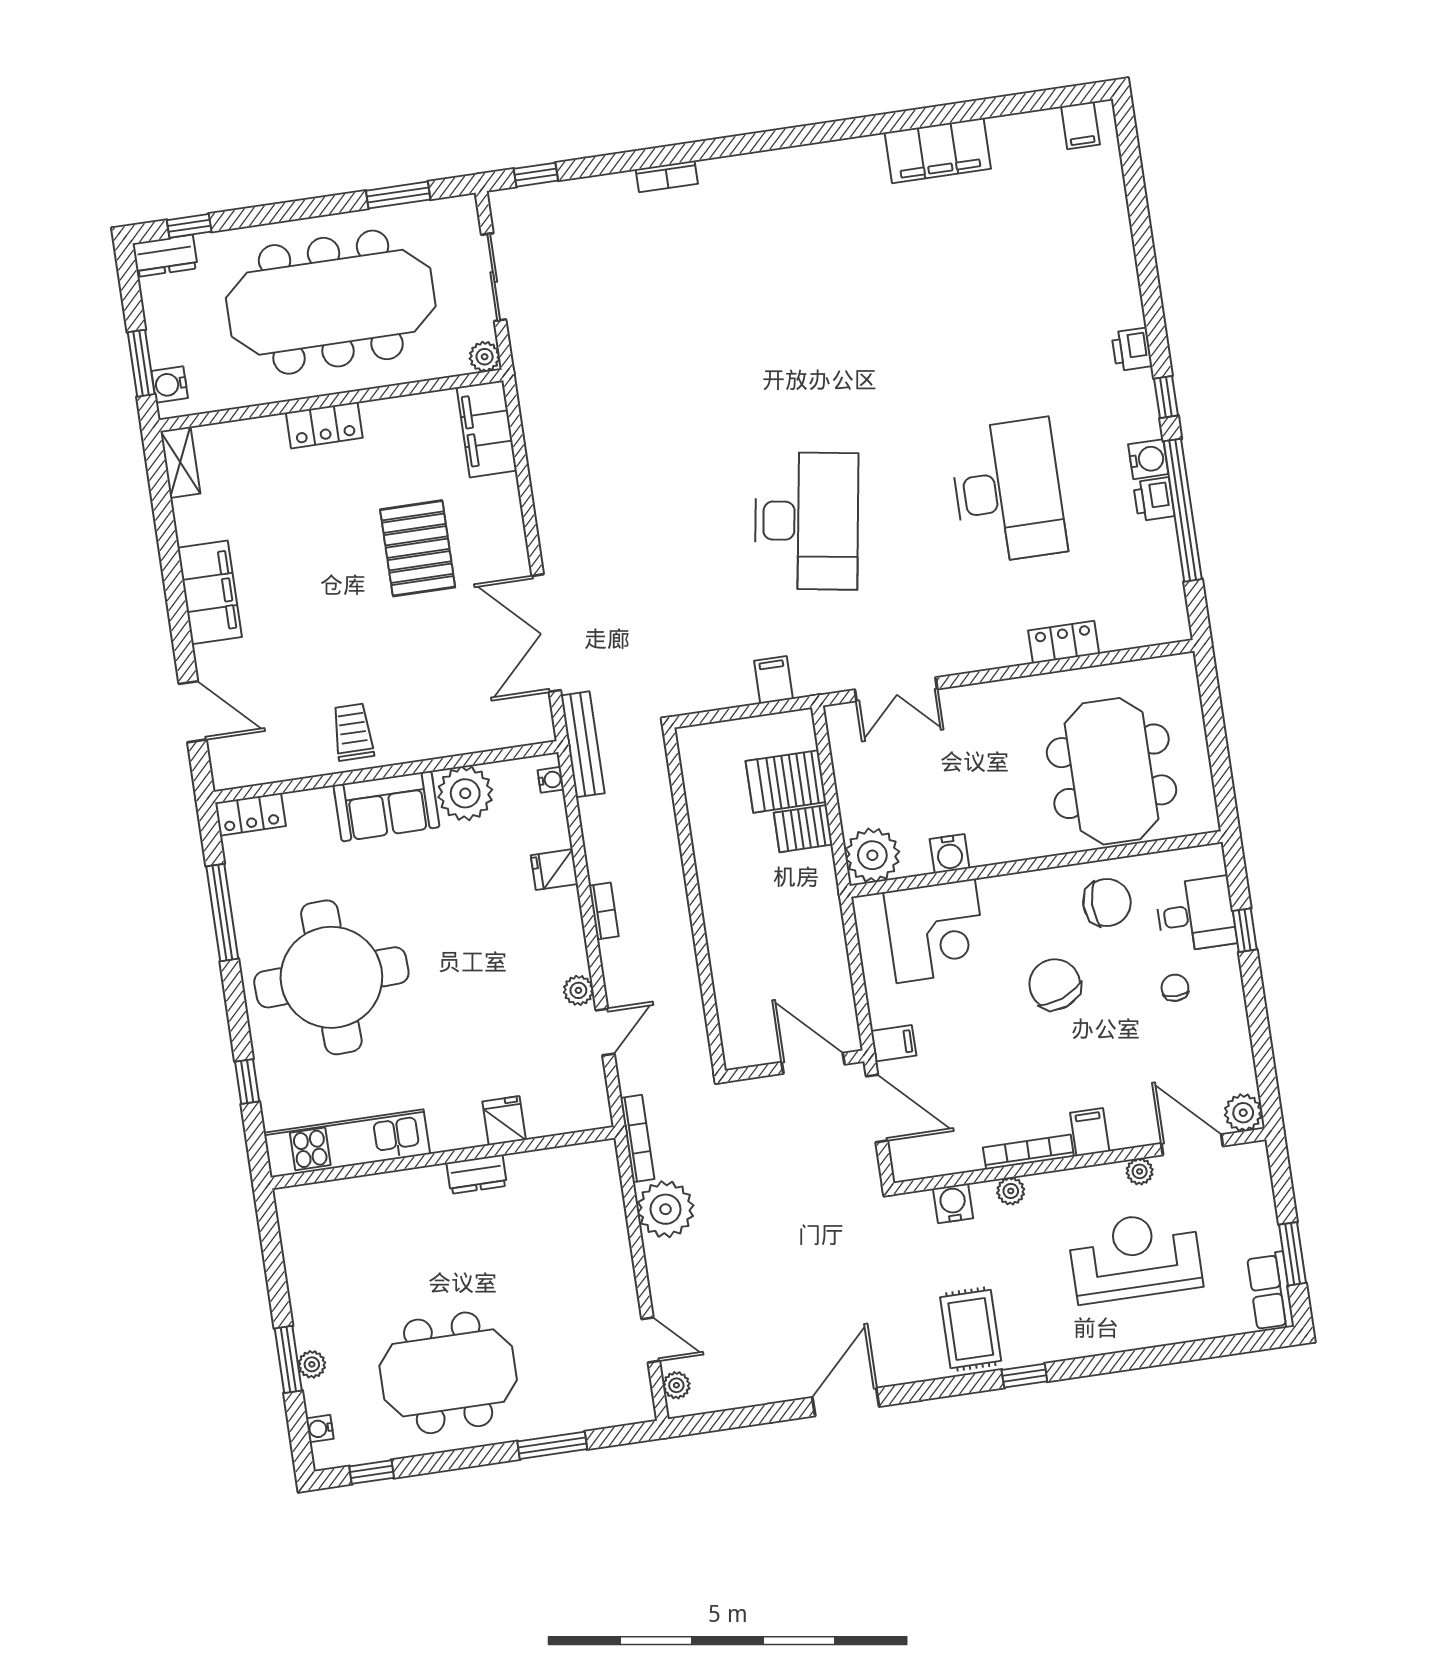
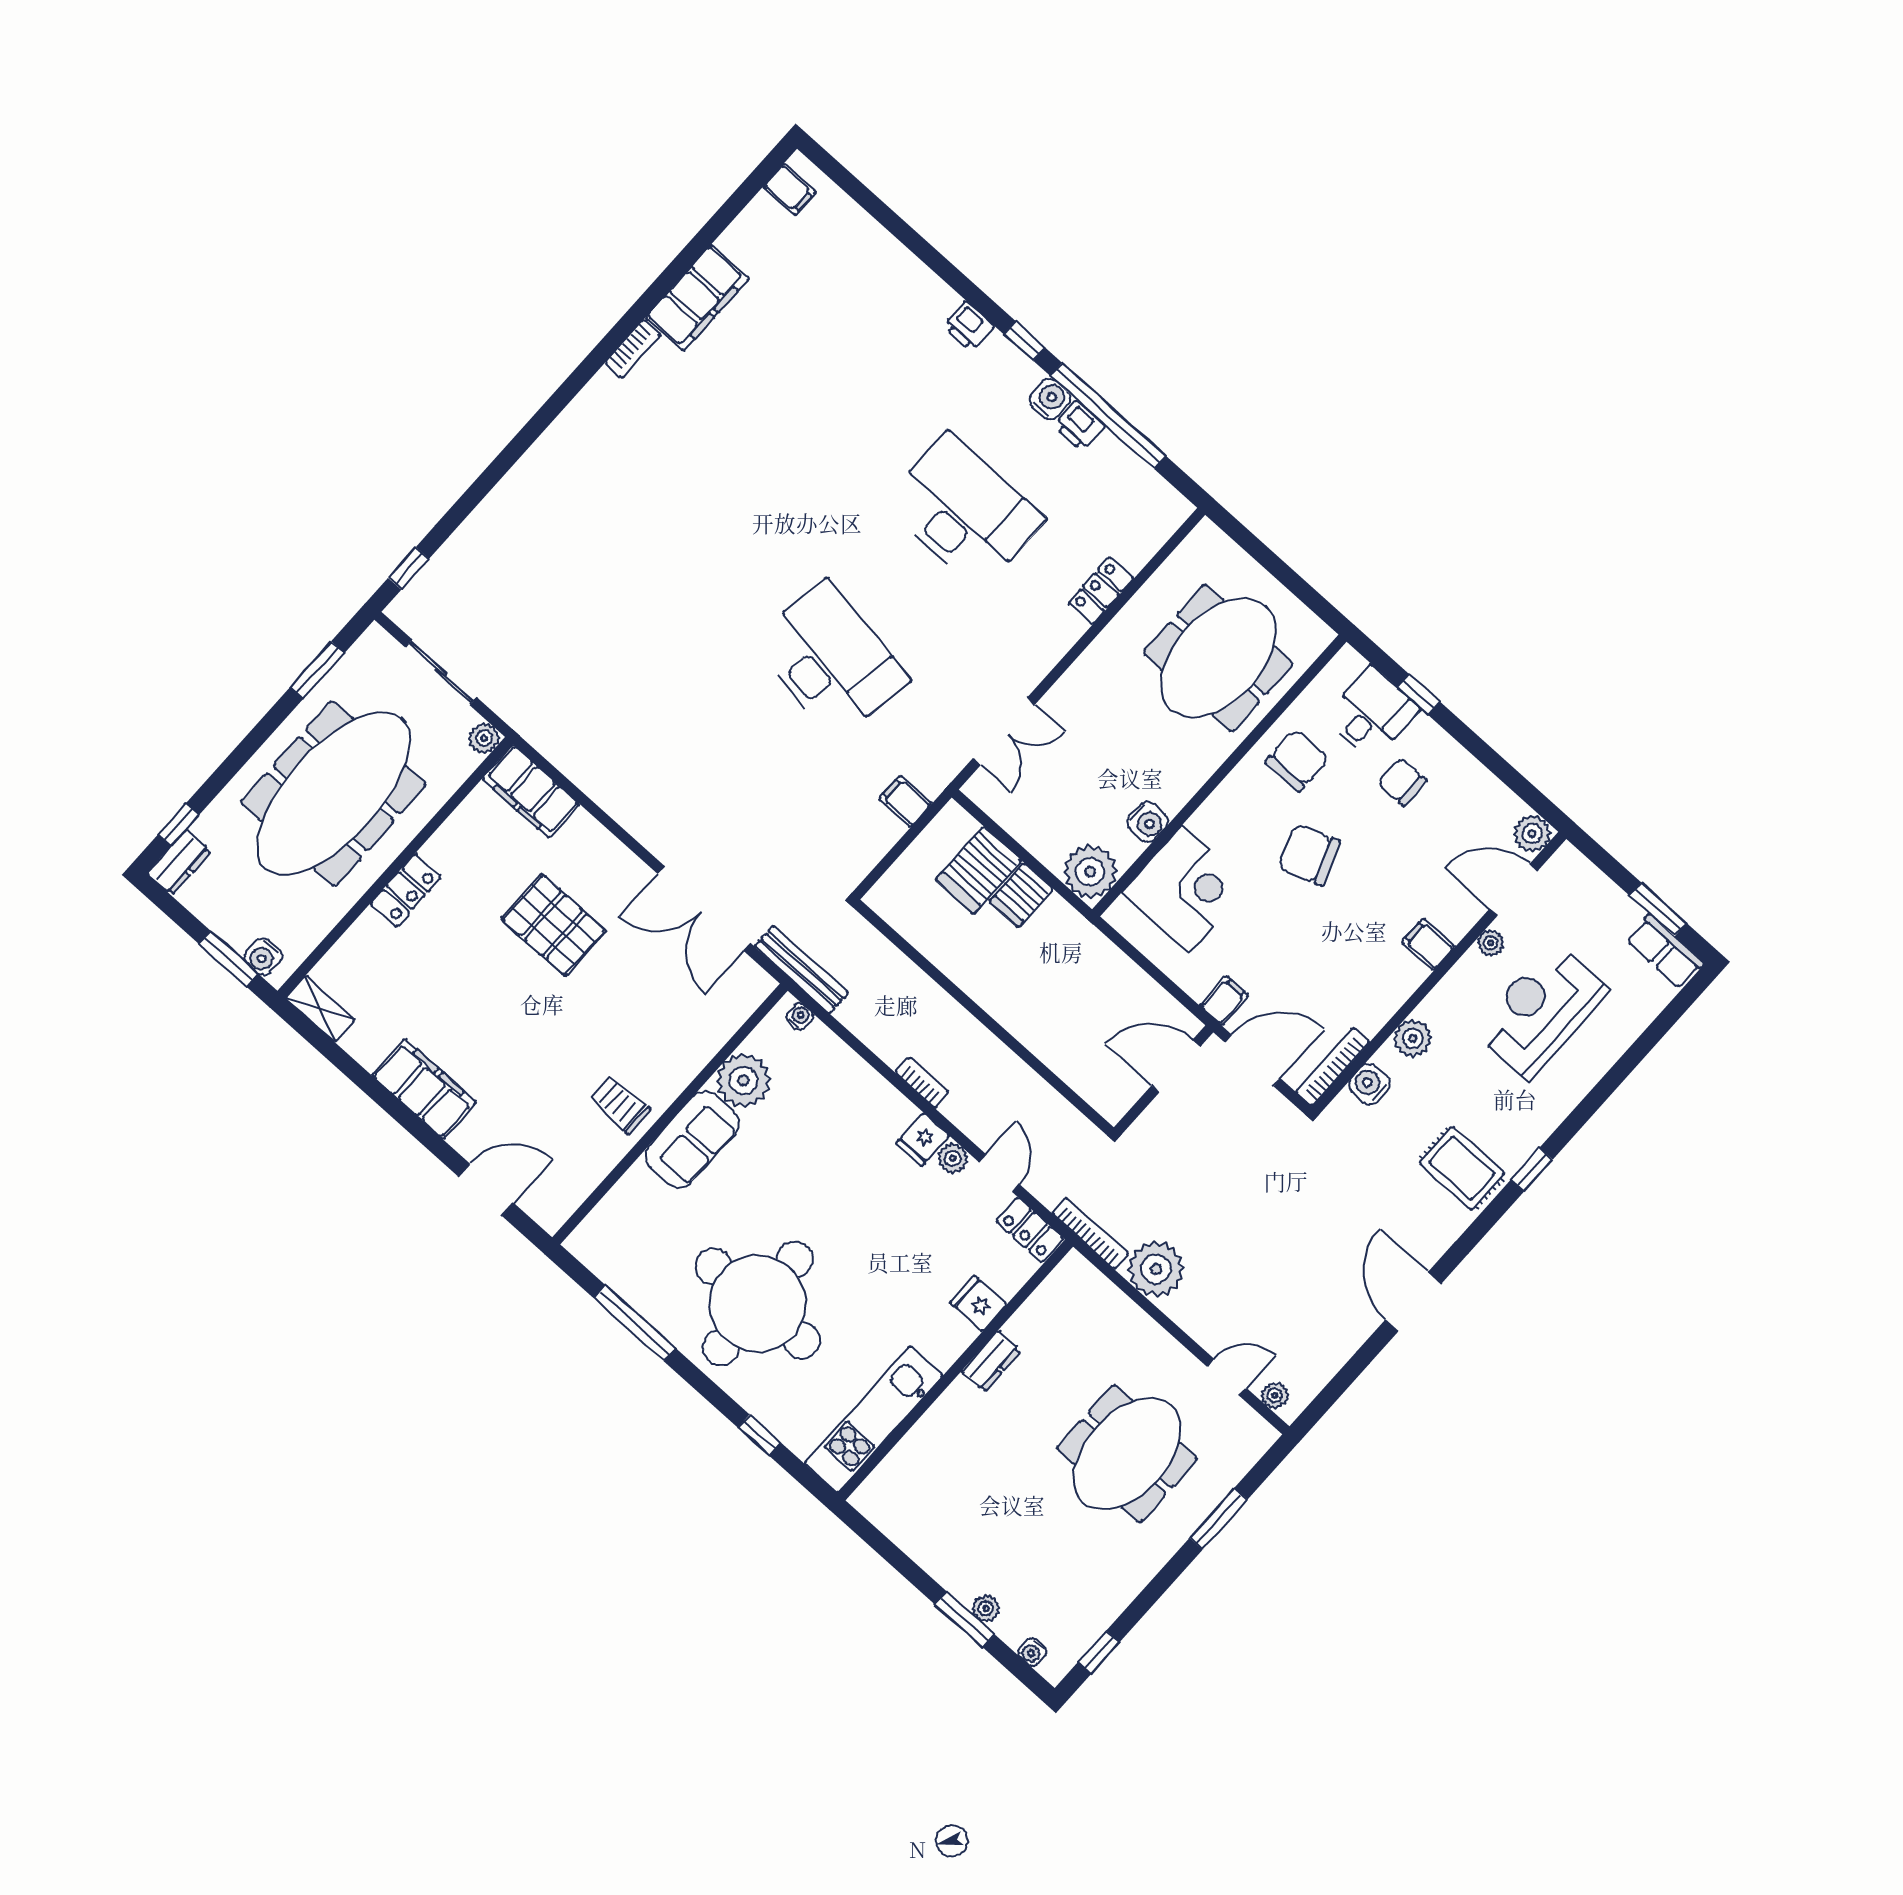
bookcase: (667, 176) -> (633, 349), moved
meeting table: (1112, 771) -> (1218, 658), turned 90
locker: (250, 814) -> (1030, 1230), moved, turned 90
fridge: (554, 870) -> (923, 1139), moved
chair: (1175, 988) -> (1402, 782), width x1.37, depth x1.37
bookcase: (1028, 1152) -> (1333, 1067), moved
plant: (1011, 1191) -> (1413, 1038), width x1.38, depth x1.38
meeting table: (448, 1373) -> (1127, 1454), moved

